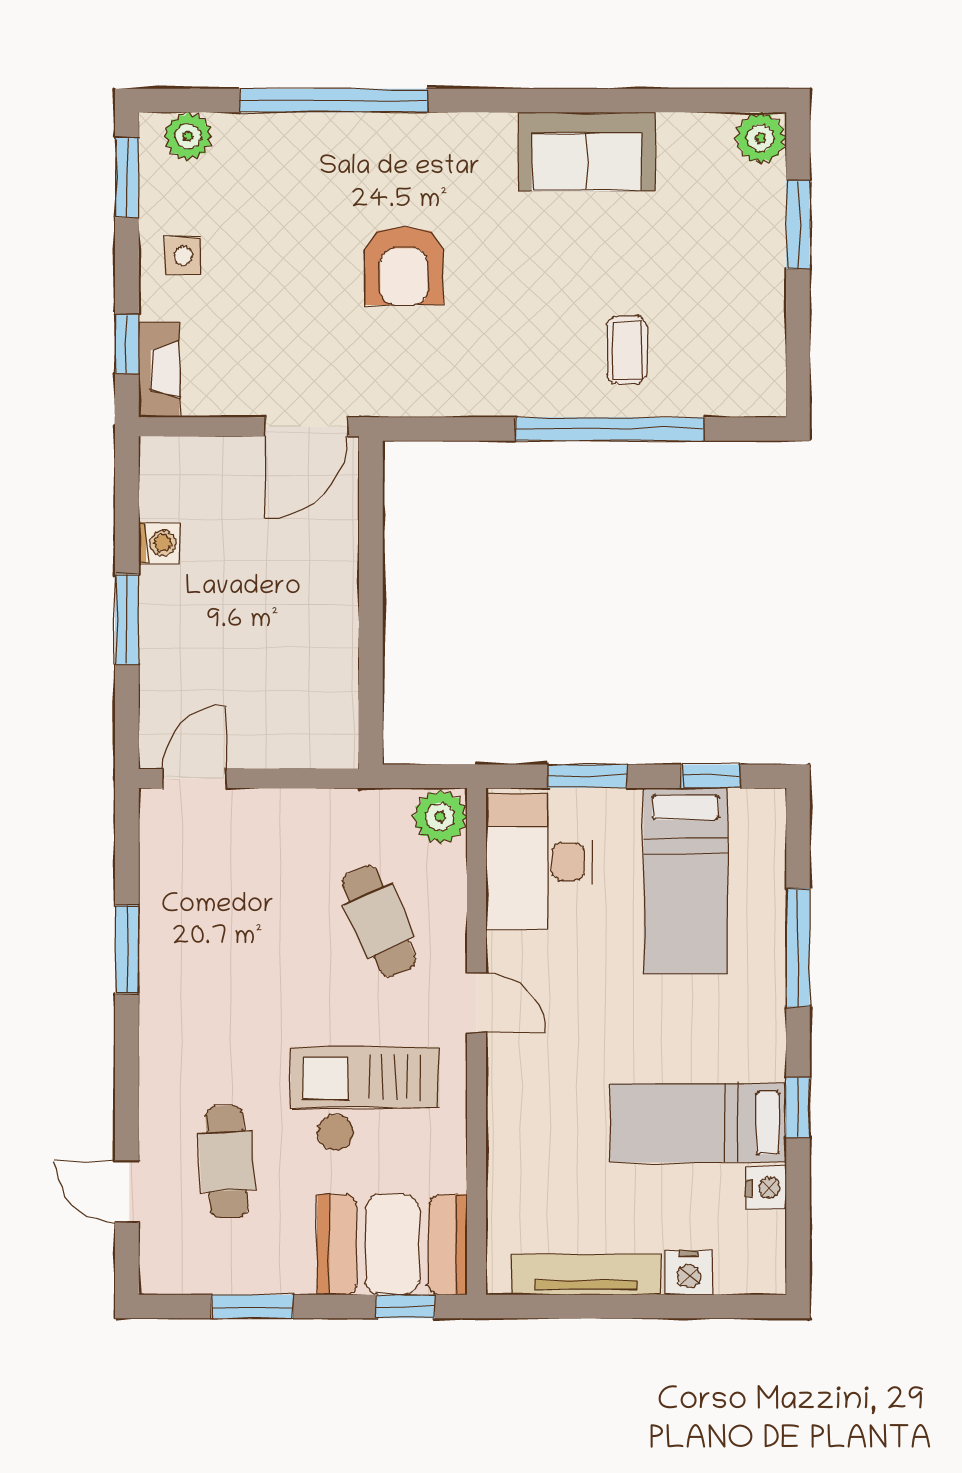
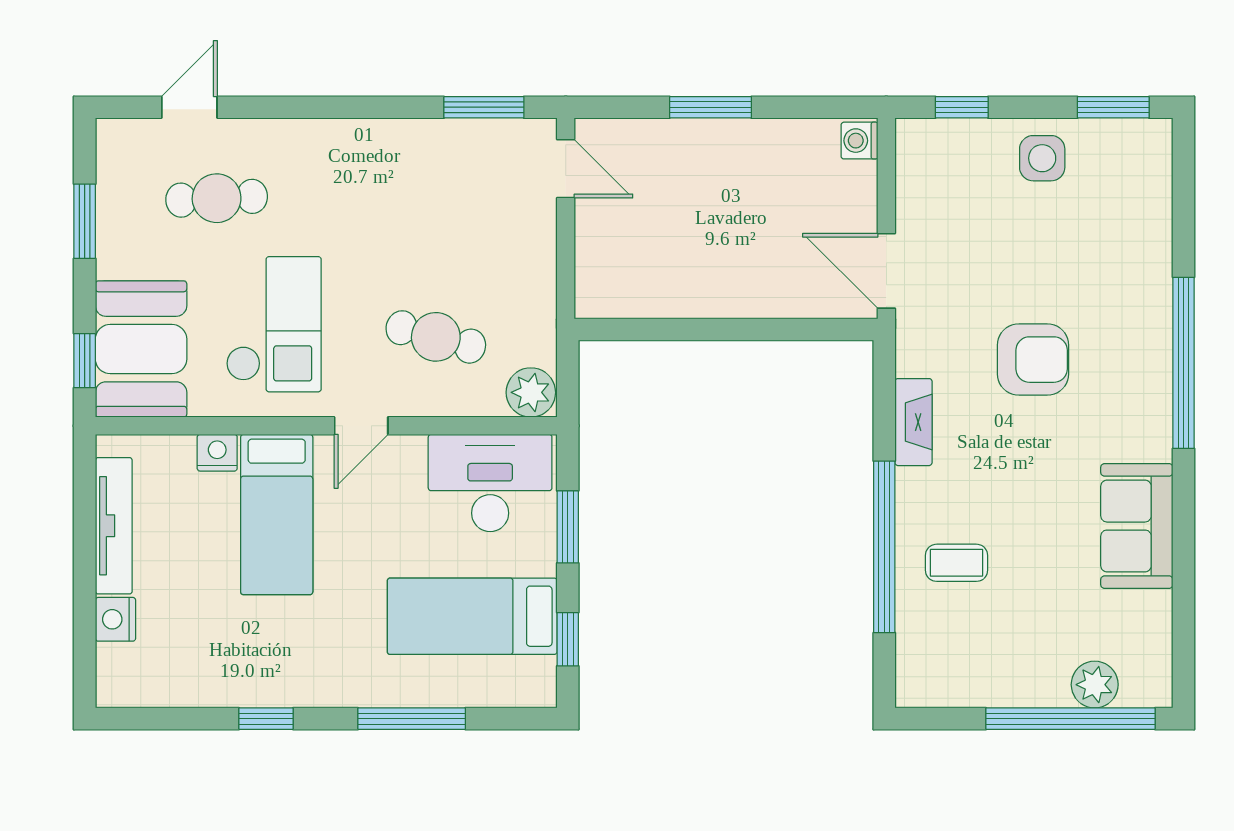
window: (333, 100) -> (1184, 363), moved
plant: (188, 136) -> (1151, 163), removed
plant: (761, 138) -> (1095, 685), moved
window: (798, 225) -> (1070, 719), width x2.11
side table: (183, 256) -> (1042, 158), width x1.37, depth x1.37
armchair: (404, 266) -> (1033, 360), turned 180
fireplace: (159, 370) -> (913, 422), moved, turned -90
washing machine: (159, 543) -> (859, 141), moved, turned 90
cafe table: (379, 921) -> (436, 337), turned 39
window: (127, 949) -> (484, 107), moved
bed: (698, 1123) -> (277, 514), moved, turned 180
nightstand: (766, 1188) -> (217, 453), moved, turned 180

